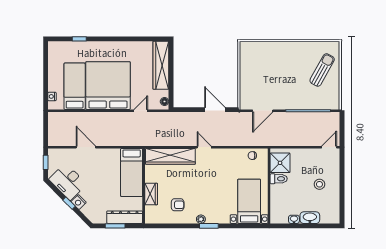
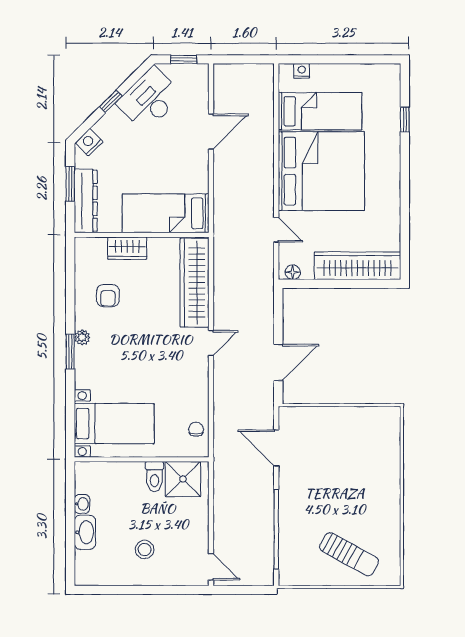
nightstand: (79, 202) -> (89, 142), moved

